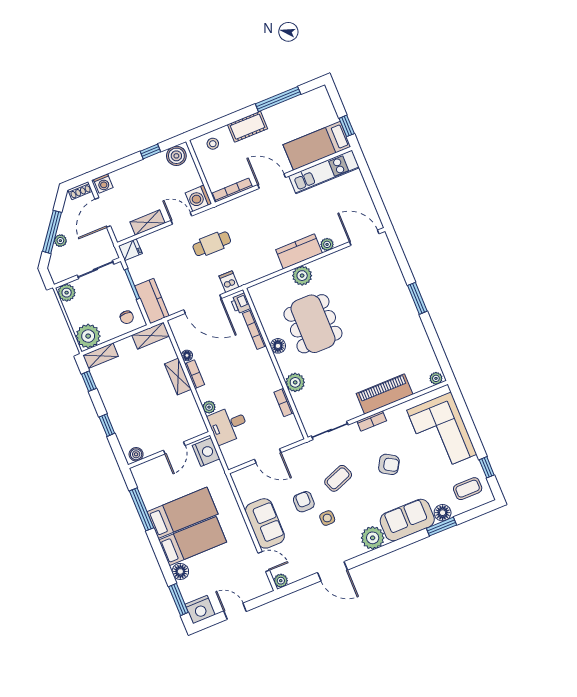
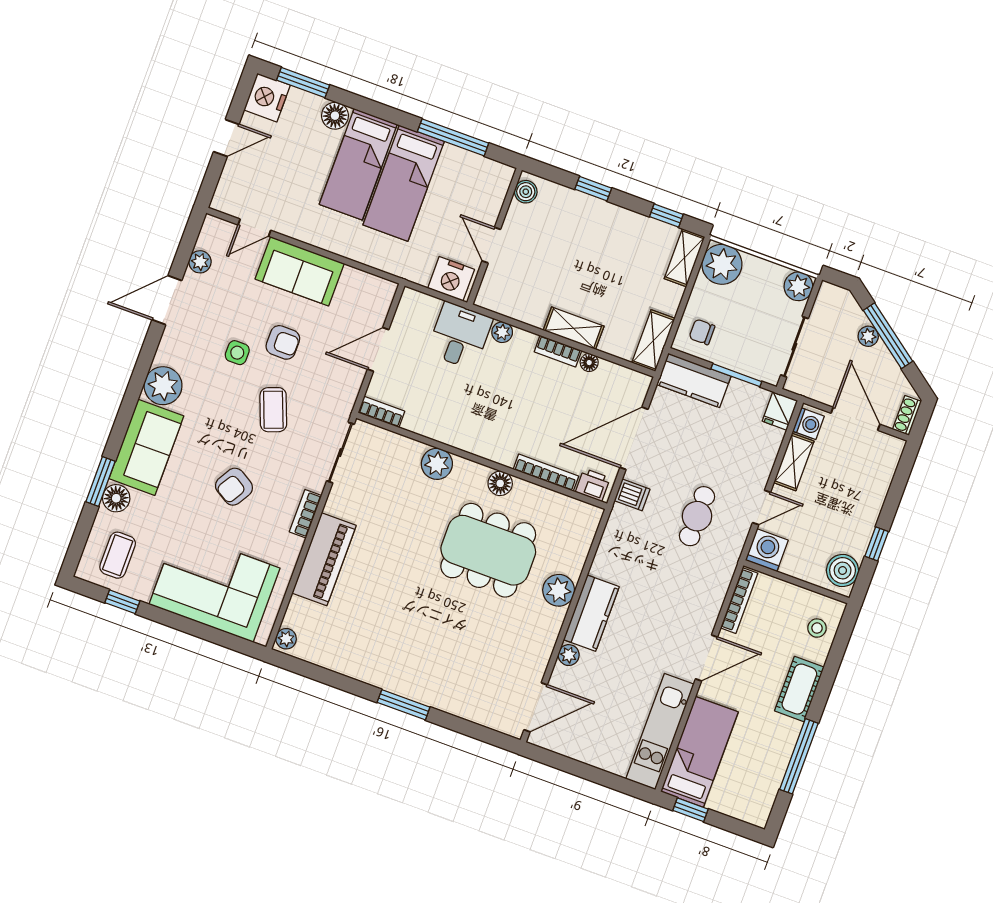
washing machine: (103, 184) -> (808, 424), moved, turned 180
bookcase: (284, 403) -> (381, 412), moved
plant: (281, 581) -> (200, 262), moved

